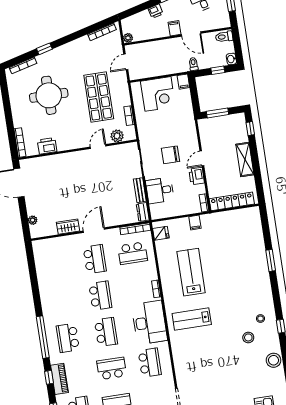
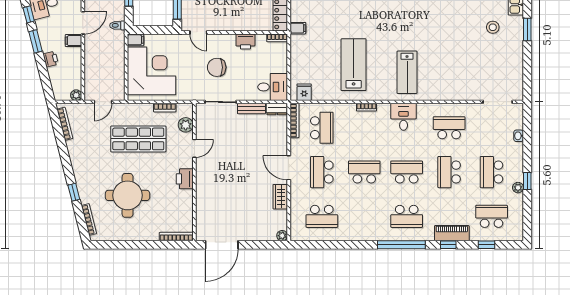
door: (126, 62) -> (103, 102), hinge flipped
corner desk: (158, 94) -> (152, 71), width x1.36, depth x1.36
printer: (47, 146) -> (185, 179), moved
door: (98, 146) -> (194, 148), swing flipped
chair: (171, 155) -> (217, 67), turned 90
door: (202, 158) -> (198, 32), moved
desk: (160, 190) -> (273, 87), moved, turned -90
plant: (33, 220) -> (282, 236), moved
filing cabinet: (195, 223) -> (298, 28), moved
school desk: (95, 259) -> (322, 172), turned -90
school desk: (57, 265) -> (322, 216), added
lab bench: (191, 272) -> (354, 65), turned 90
desk: (149, 322) -> (404, 117), width x0.53, depth x0.77
stool: (248, 337) -> (493, 27), moved

